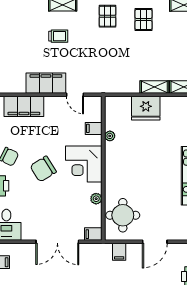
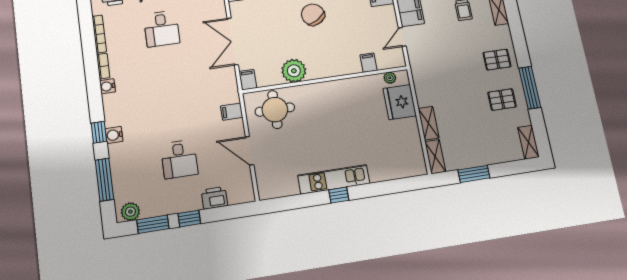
fridge: (146, 108) -> (400, 102), moved
plant: (110, 136) -> (390, 78), moved
corner desk: (84, 164) -> (326, 58), removed
plant: (96, 199) -> (294, 71), width x1.88, depth x1.88

